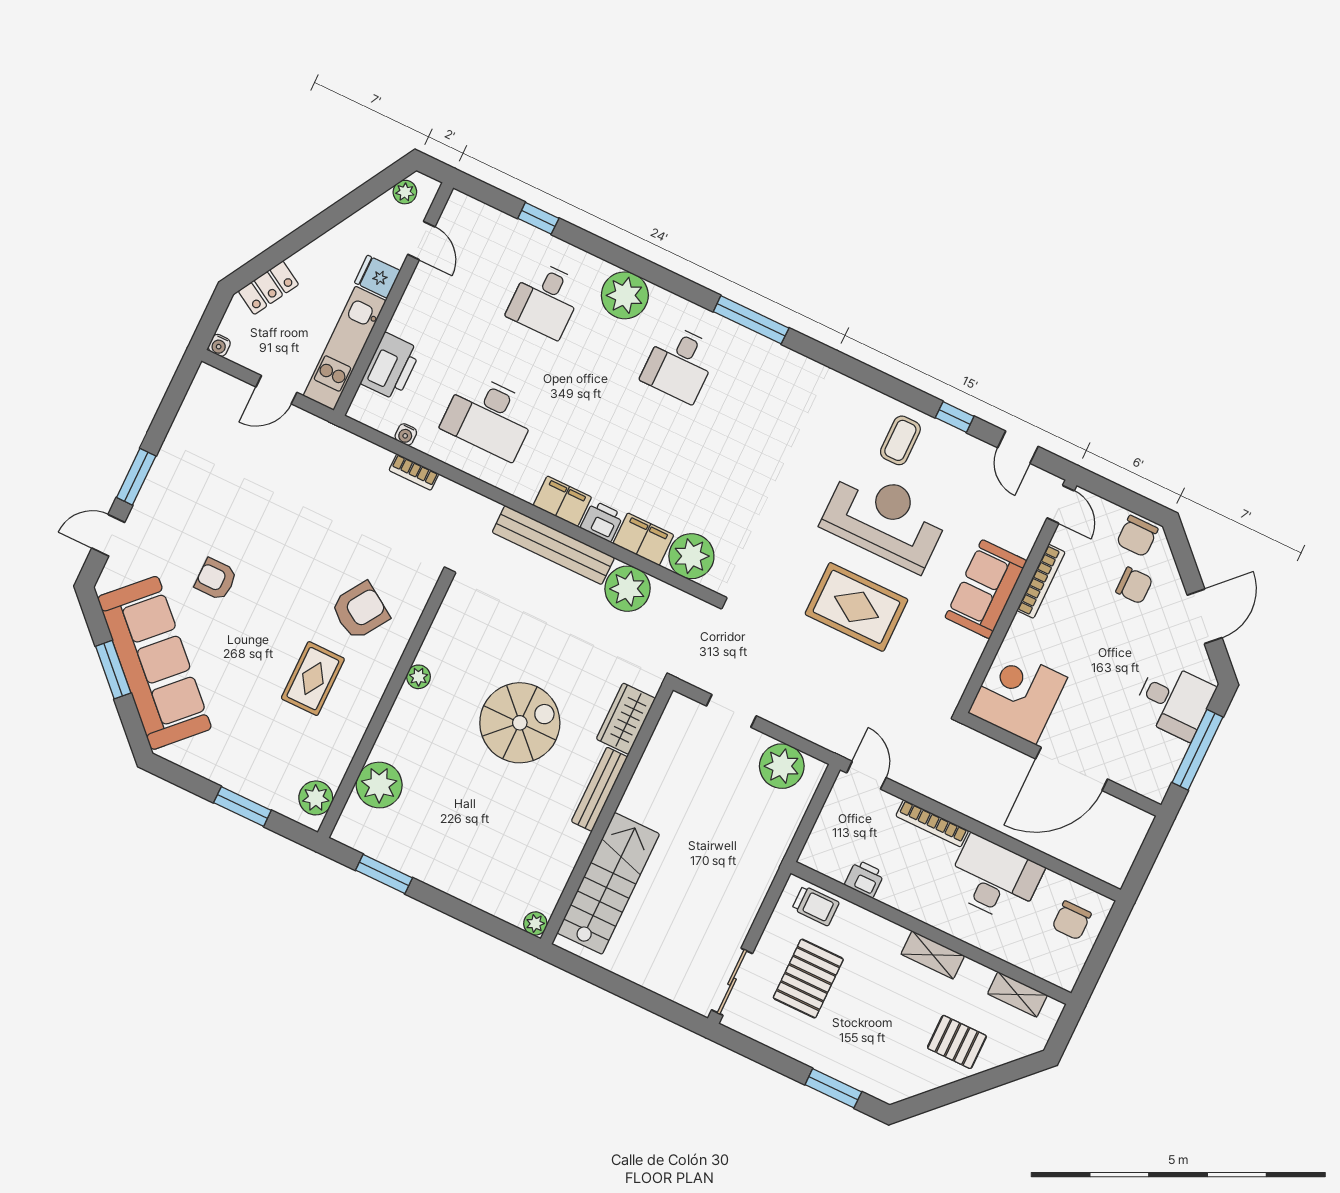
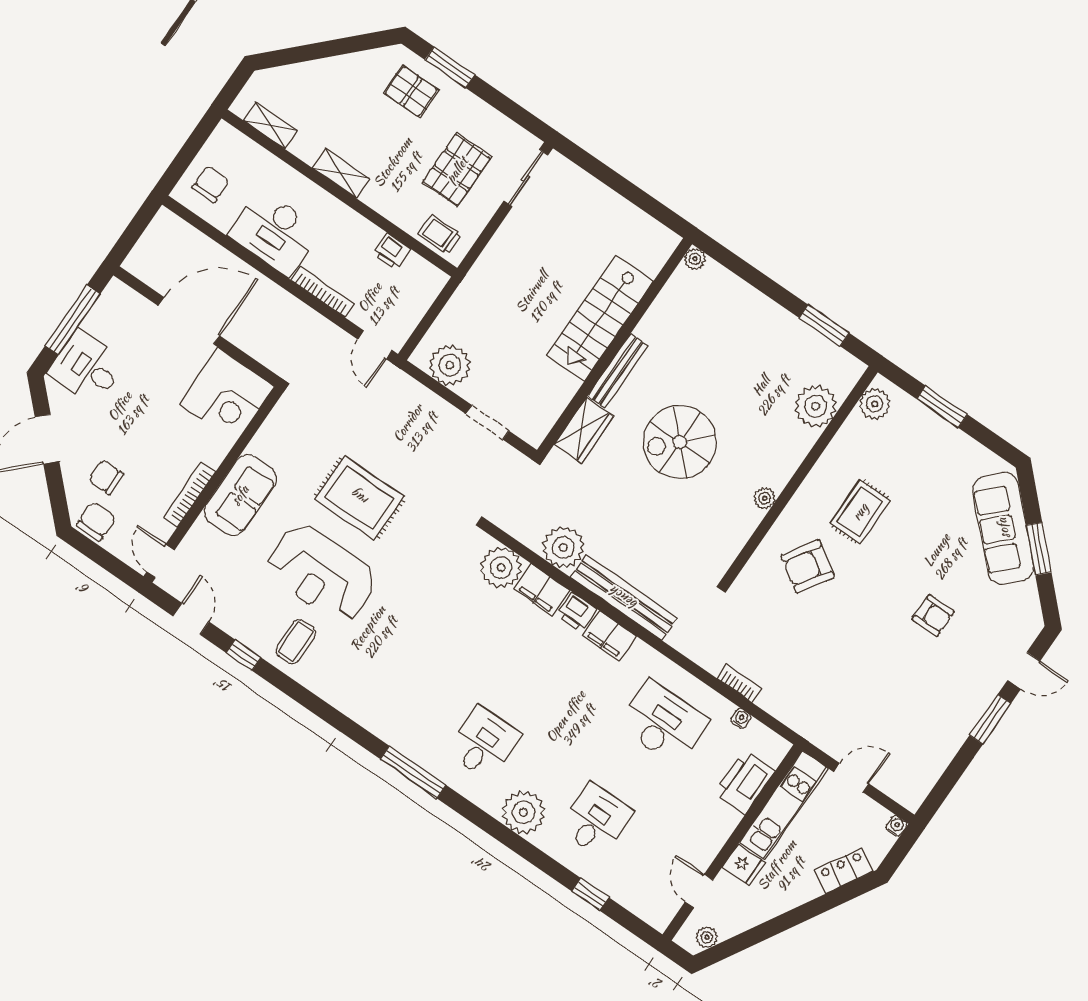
sofa: (154, 663) -> (1003, 528), width x0.74, depth x0.79
stairs: (608, 883) -> (600, 318), moved
pallet: (957, 1042) -> (411, 91), moved

